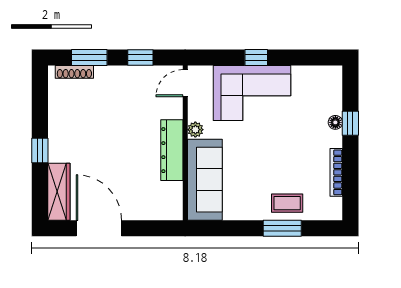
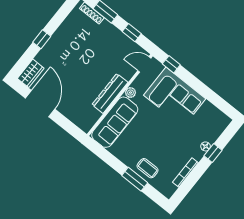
window: (256, 57) -> (171, 64), moved
wardrobe: (59, 192) -> (31, 73), width x0.67

